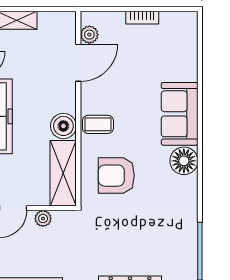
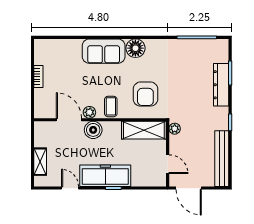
plant: (89, 35) -> (89, 112), moved
boiler: (63, 126) -> (93, 130), moved
plant: (43, 218) -> (175, 129), moved

